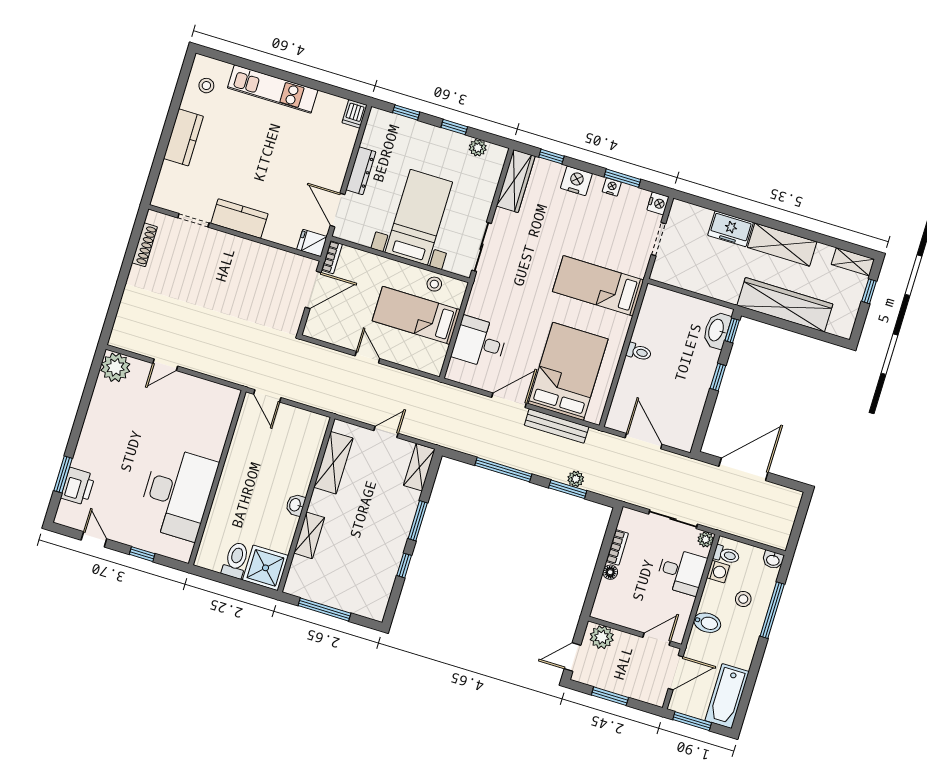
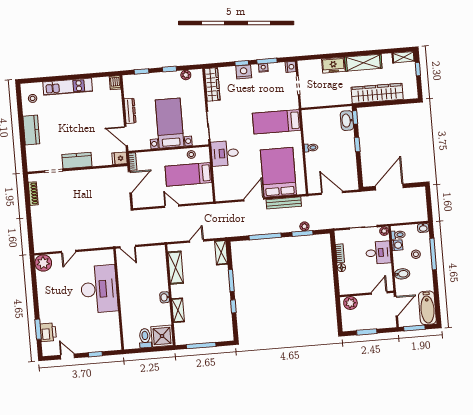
window: (551, 157) -> (242, 63), moved
desk: (480, 342) -> (225, 153), moved
desk: (177, 493) -> (99, 289), moved
door: (573, 657) -> (339, 319), removed

